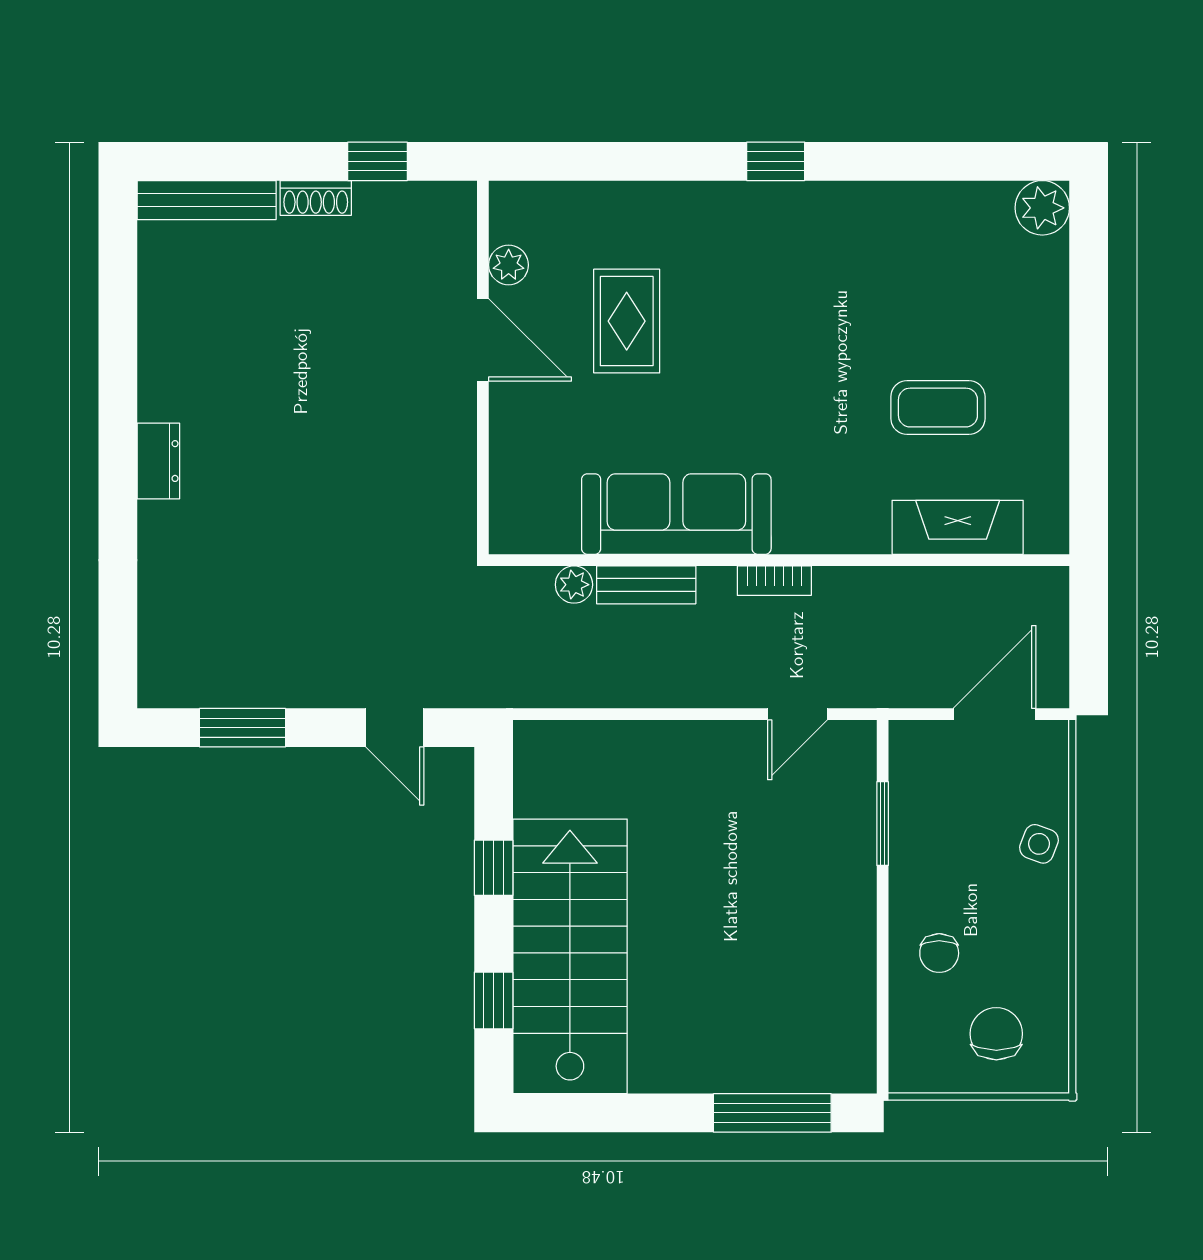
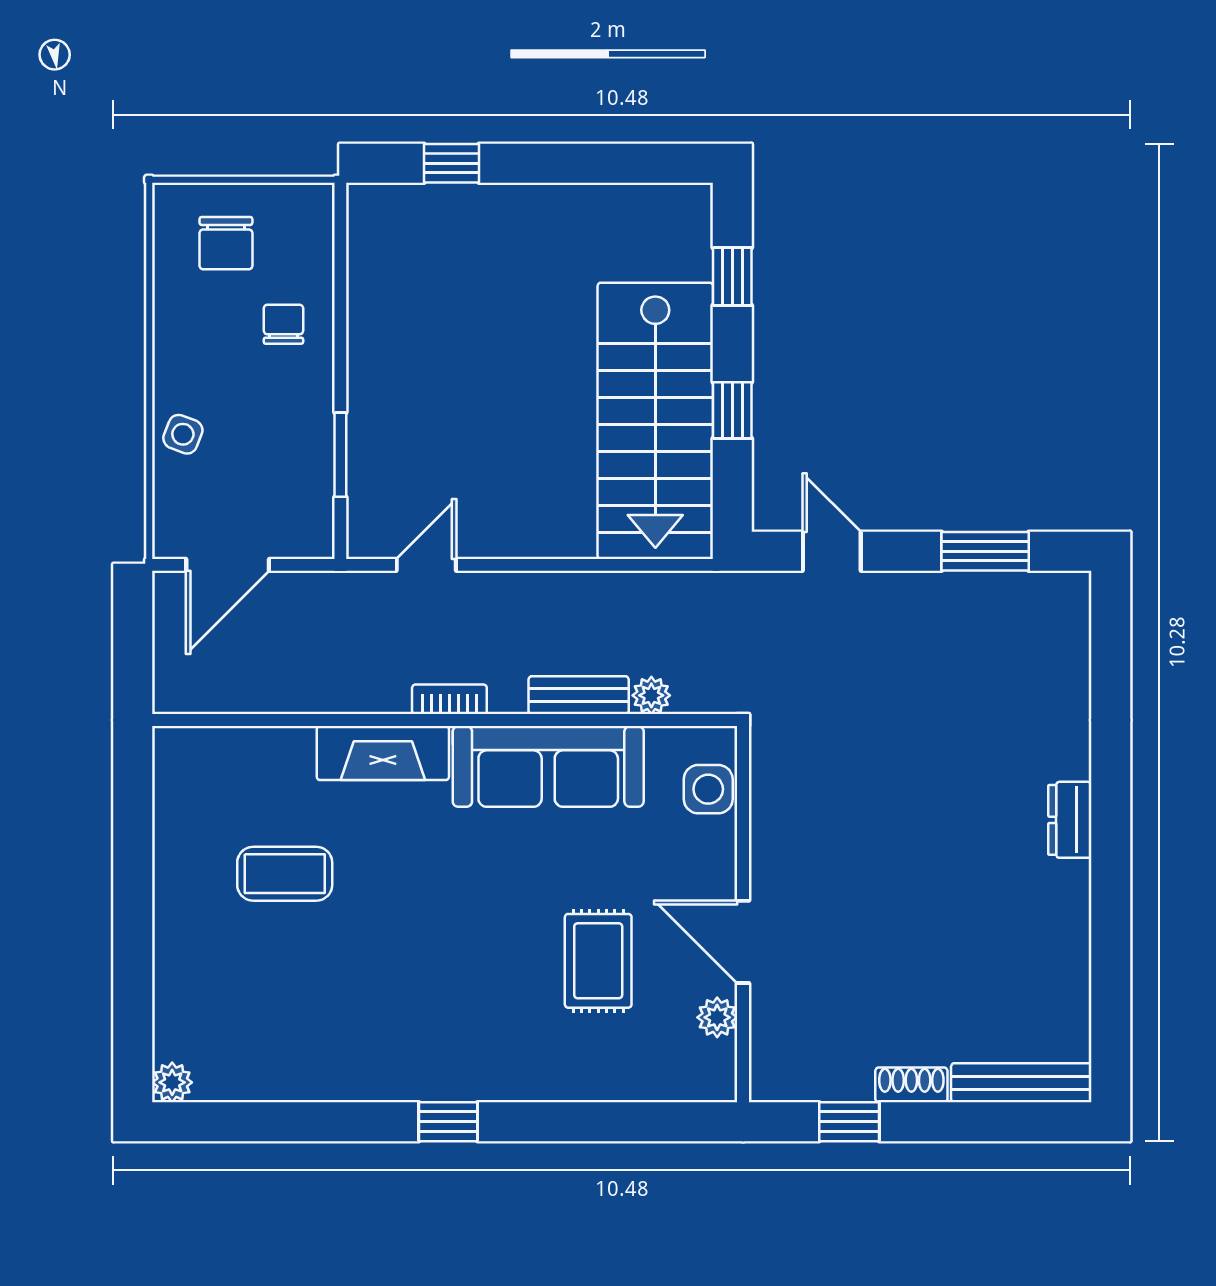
plant: (1042, 208) -> (172, 1082), width x0.73, depth x0.73
side table: (517, 492) -> (708, 789), added
fireplace: (958, 527) -> (383, 753), moved
stairs: (570, 956) -> (655, 421), moved
window: (772, 1113) -> (452, 163), width x0.46

